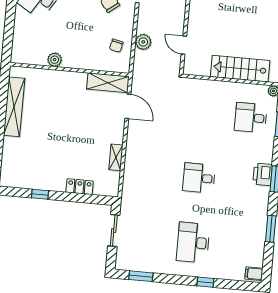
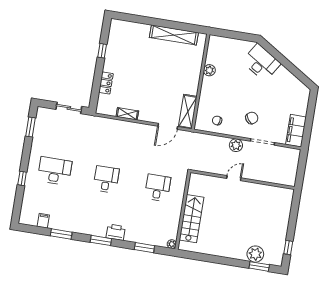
plant: (143, 42) -> (236, 145), moved
door: (184, 45) -> (234, 178), moved
desk: (251, 118) -> (158, 188), moved
printer: (263, 174) -> (116, 232), moved
filing cabinet: (254, 274) -> (43, 221), moved

